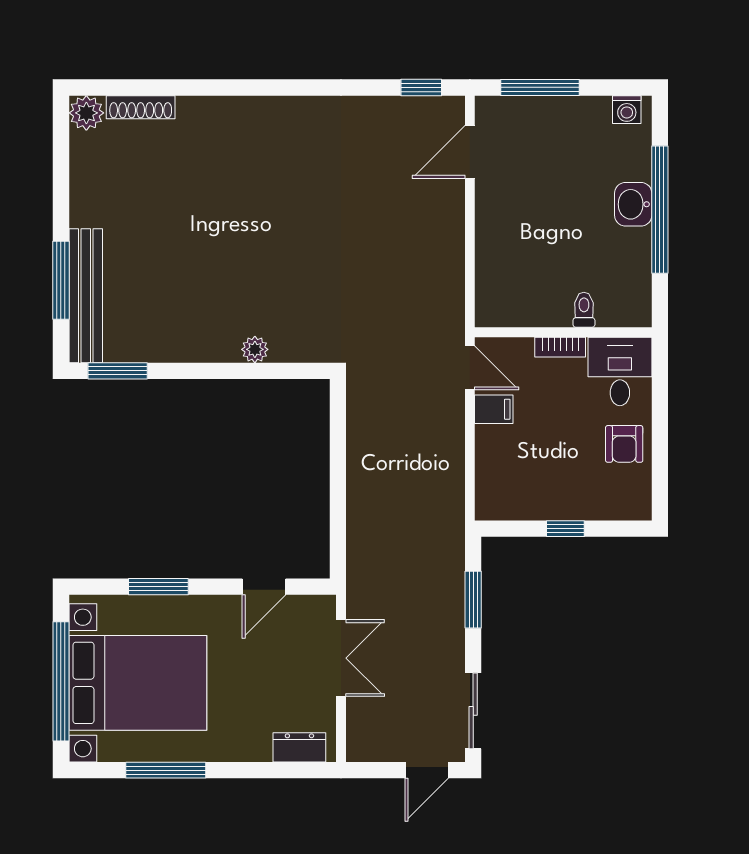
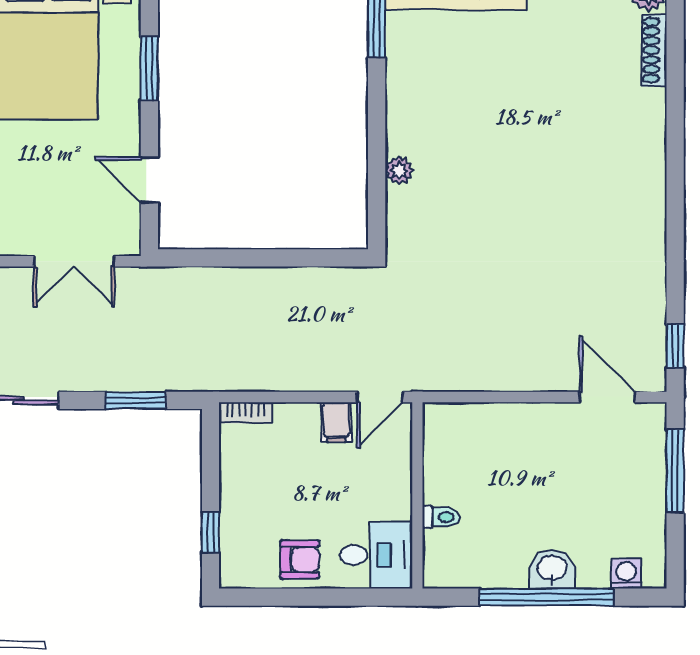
washing machine: (627, 110) -> (626, 574), moved, turned 90
bookcase: (560, 347) -> (246, 413), moved, turned -90
armchair: (624, 444) -> (300, 559), turned 180
window: (565, 529) -> (210, 532), moved

